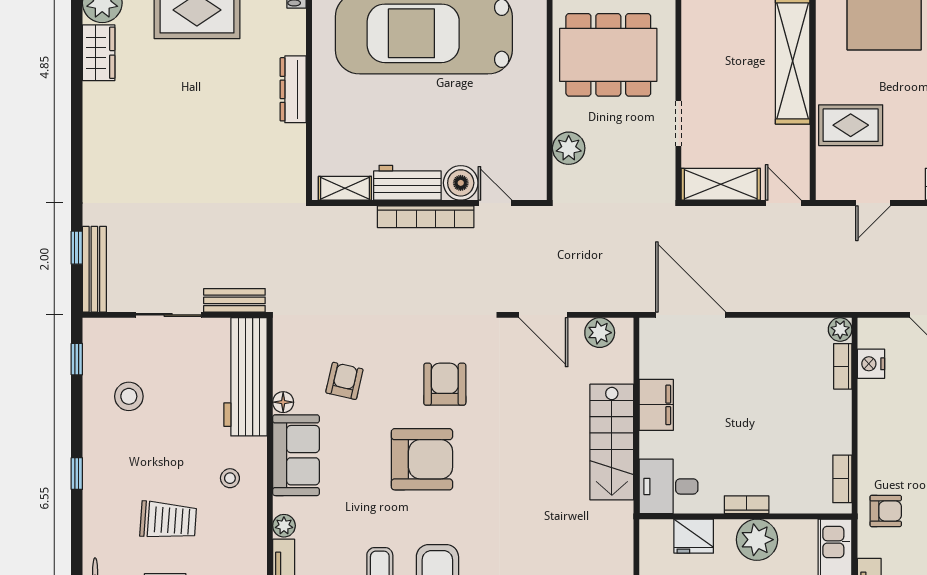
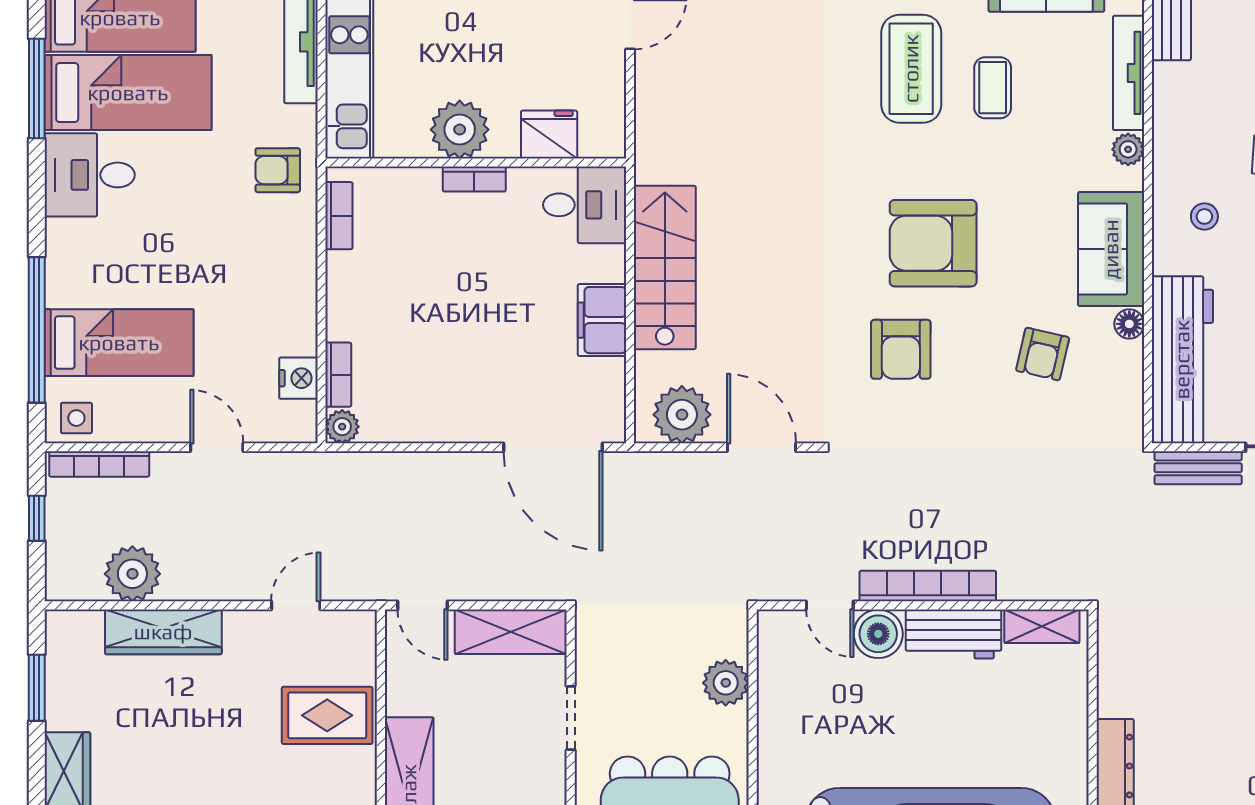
plant: (600, 333) -> (682, 415), width x1.36, depth x1.36

